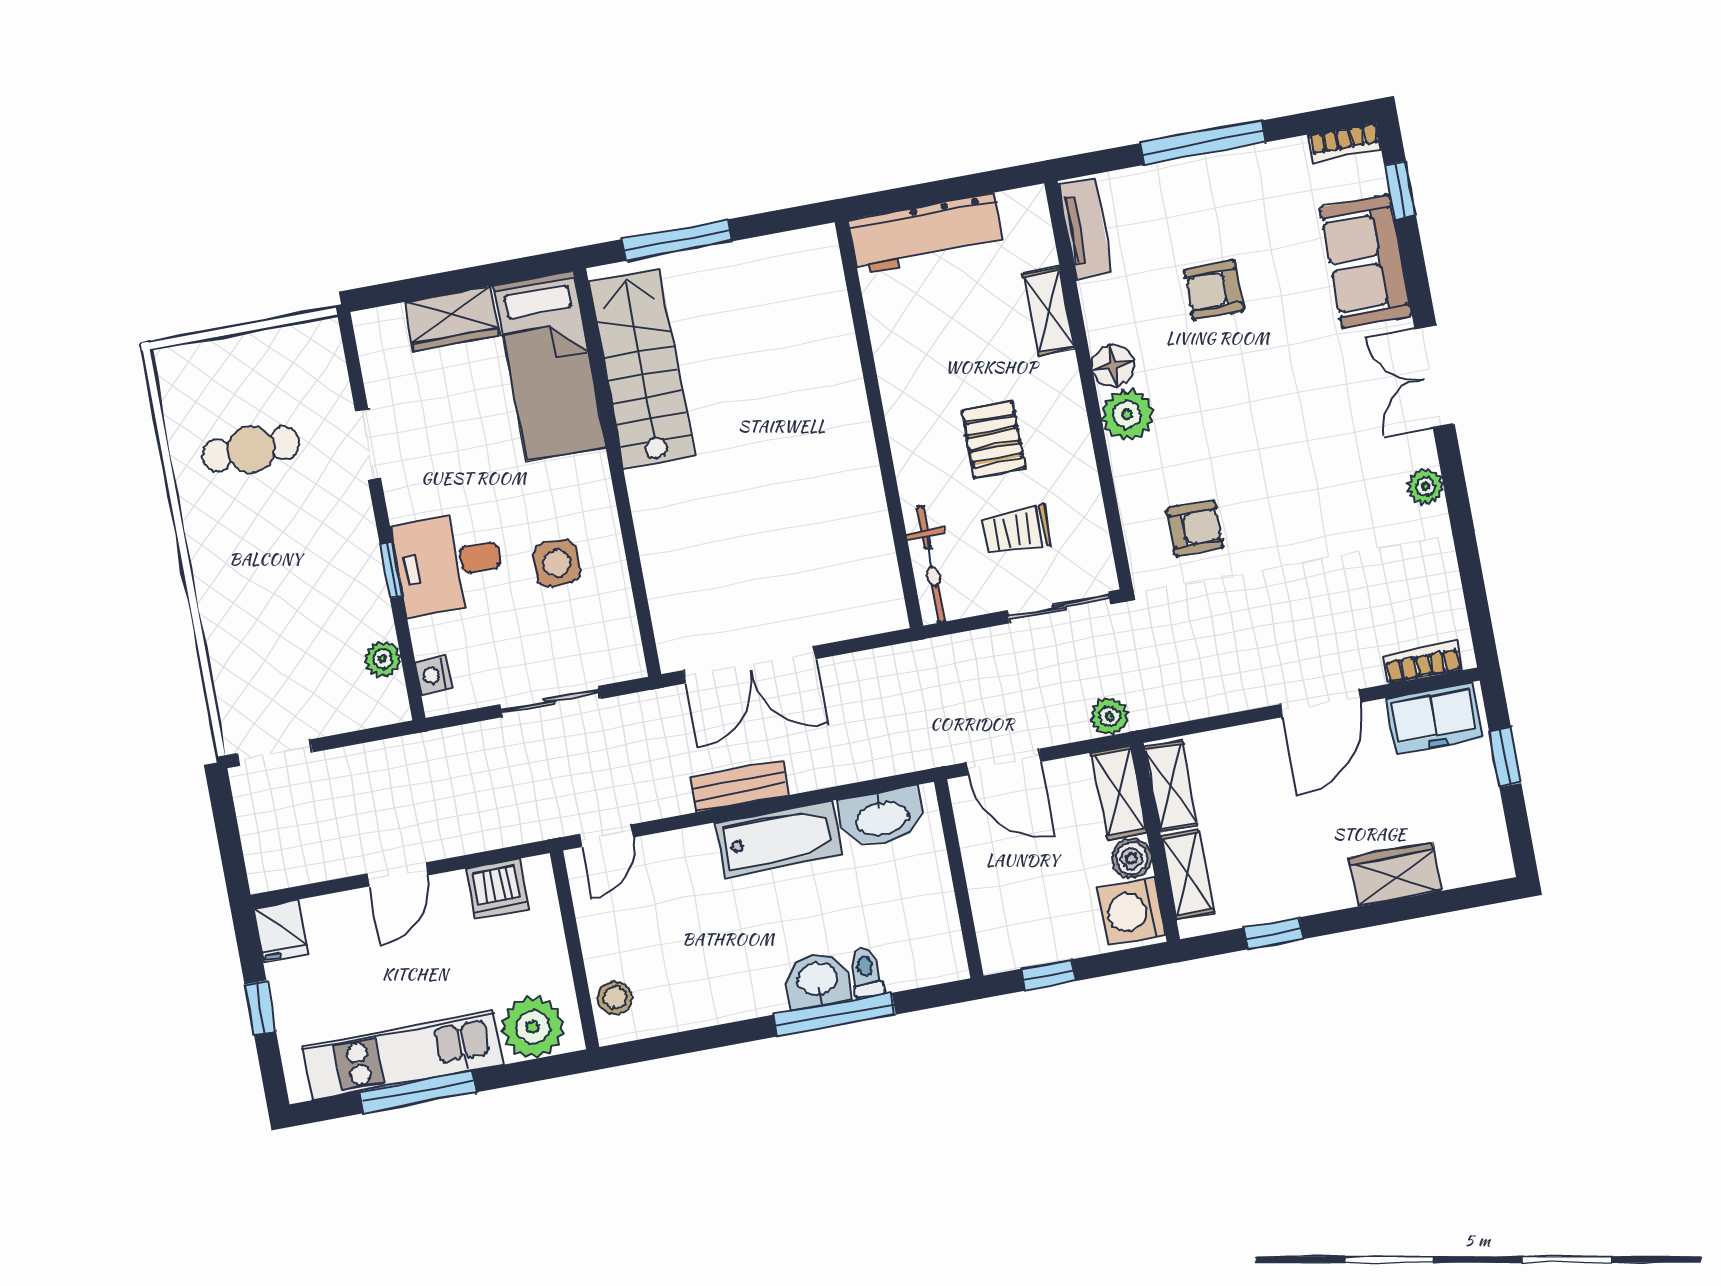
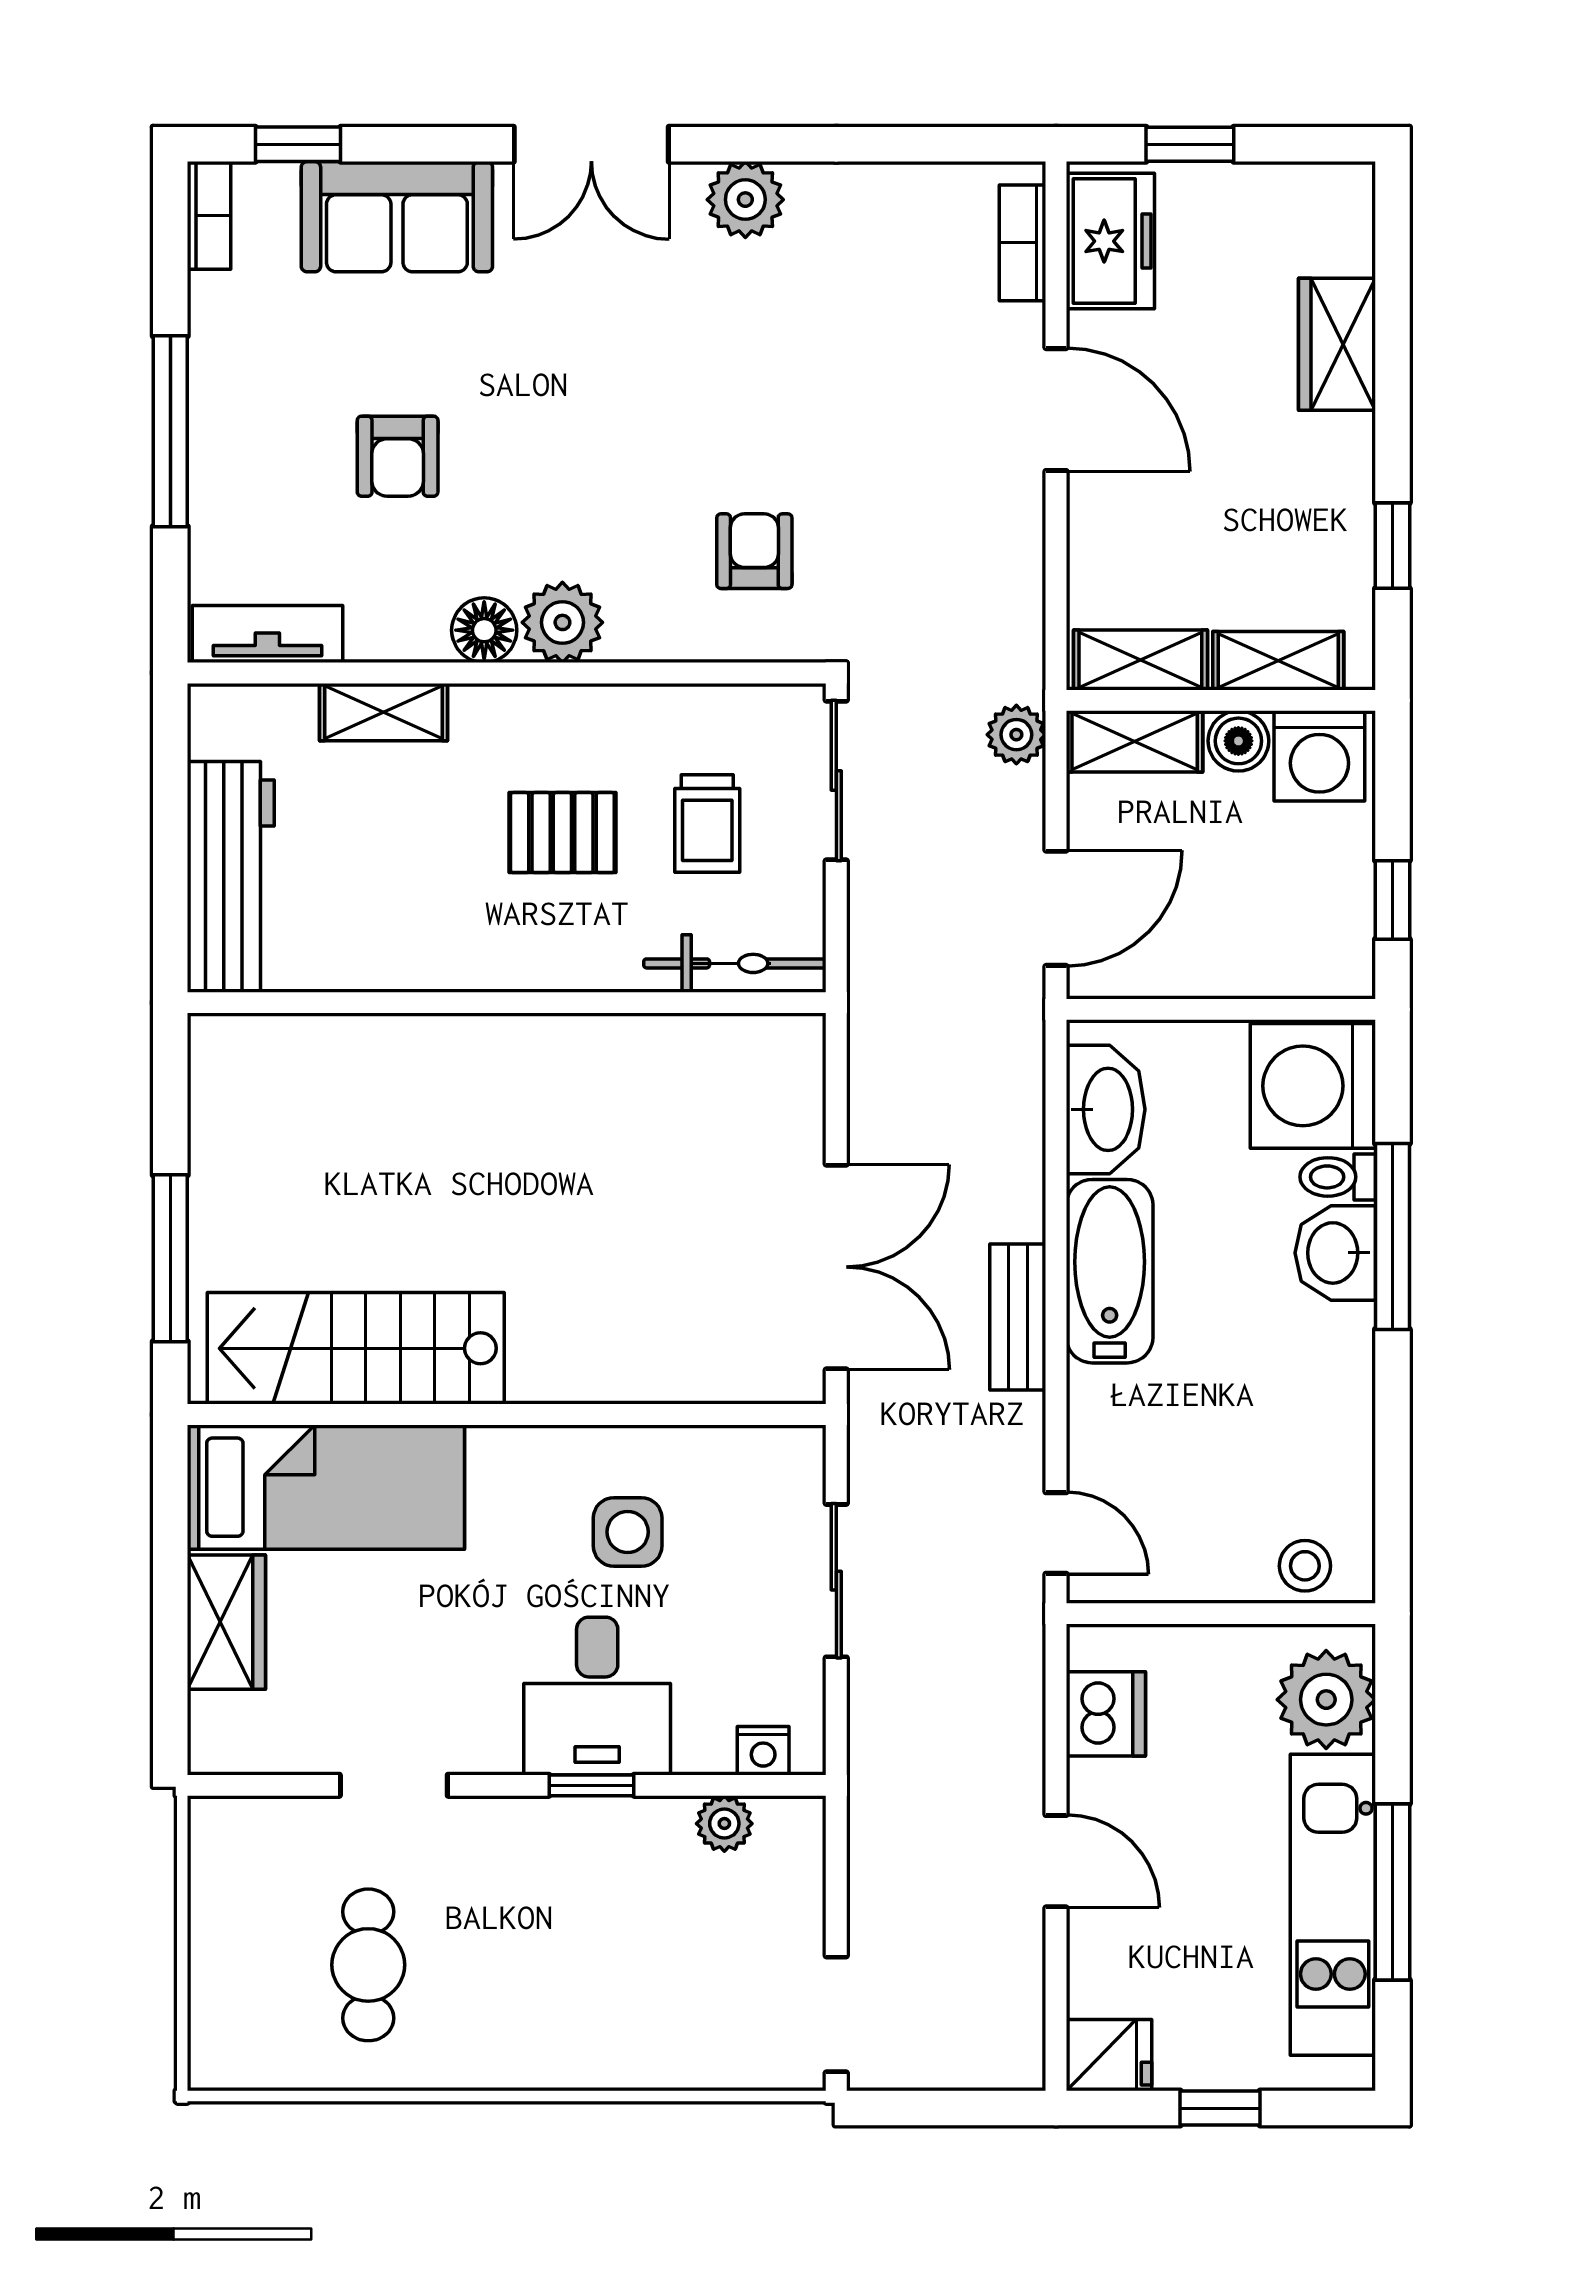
plant: (1425, 486) -> (745, 200), width x1.38, depth x1.38
washing machine: (921, 946) -> (1313, 1086), added

